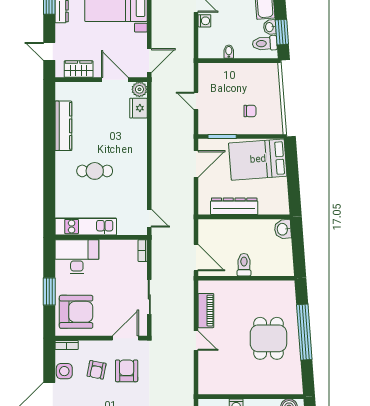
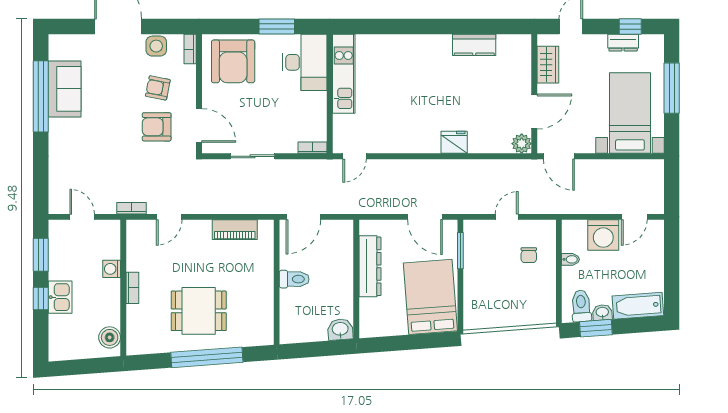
washing machine: (204, 21) -> (603, 235), width x1.89, depth x1.89
fridge: (138, 108) -> (454, 142), moved
chair: (250, 111) -> (529, 255), moved
kitchen counter: (63, 126) -> (474, 45), width x0.67
cafe table: (95, 171) -> (416, 86), removed
window: (49, 292) -> (277, 26), moved
door: (196, 341) -> (169, 217), moved
armchair: (127, 371) -> (157, 127), turned 180
bookcase: (189, 390) -> (131, 208), added
bookcase: (251, 390) -> (132, 288), added

